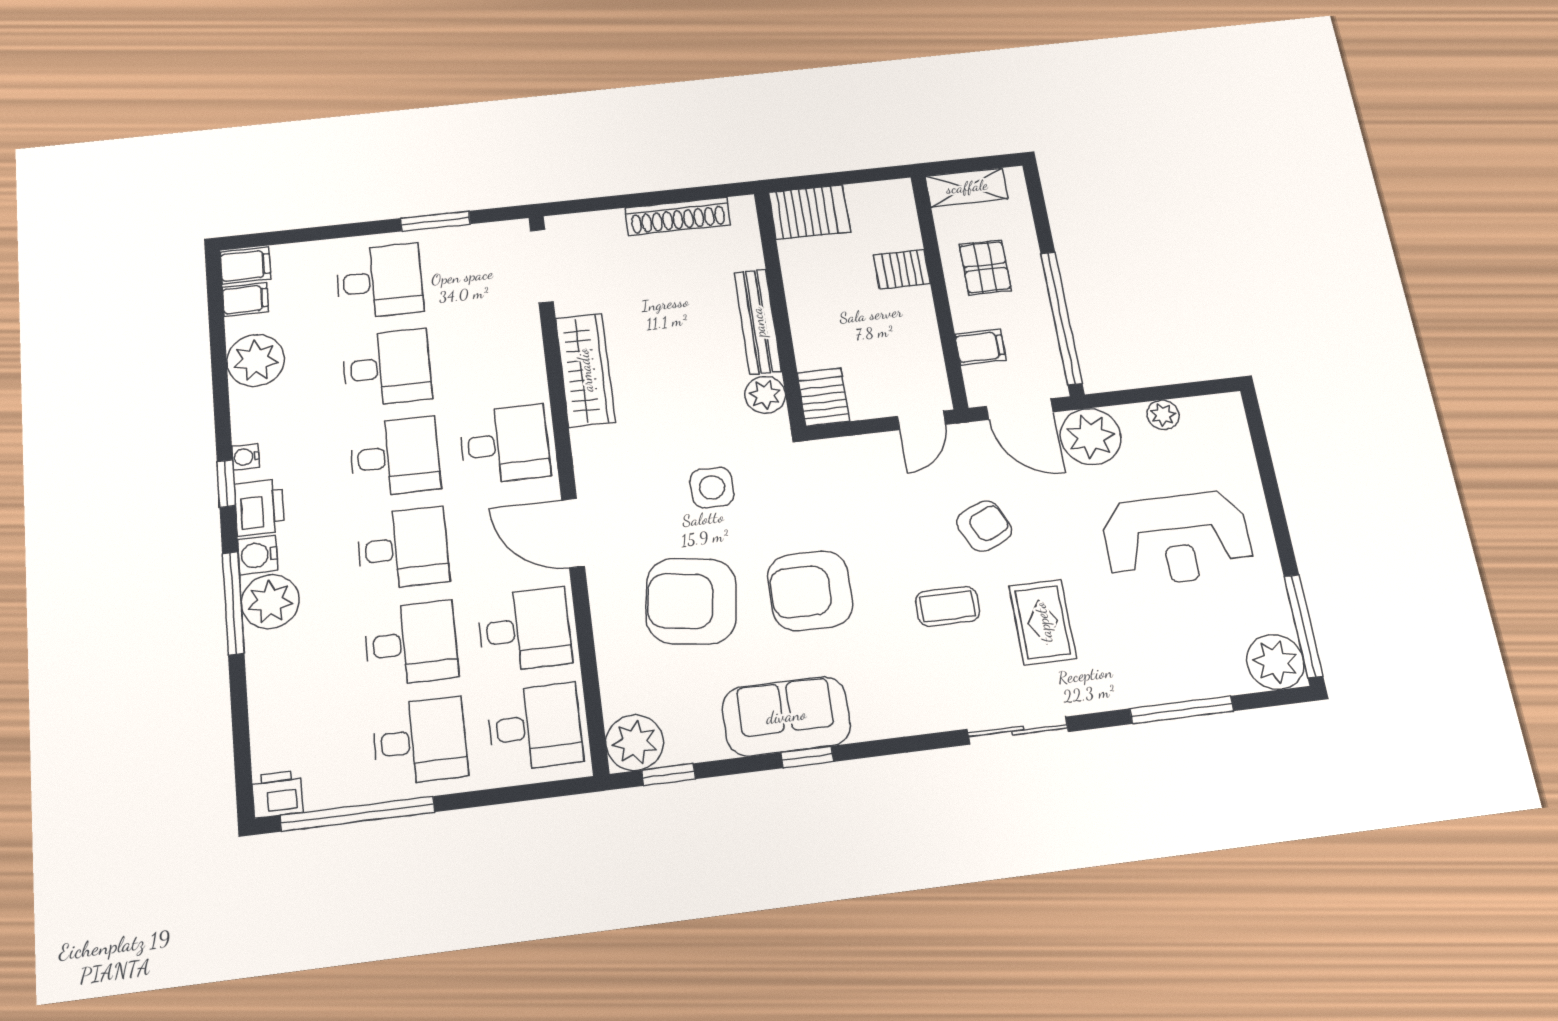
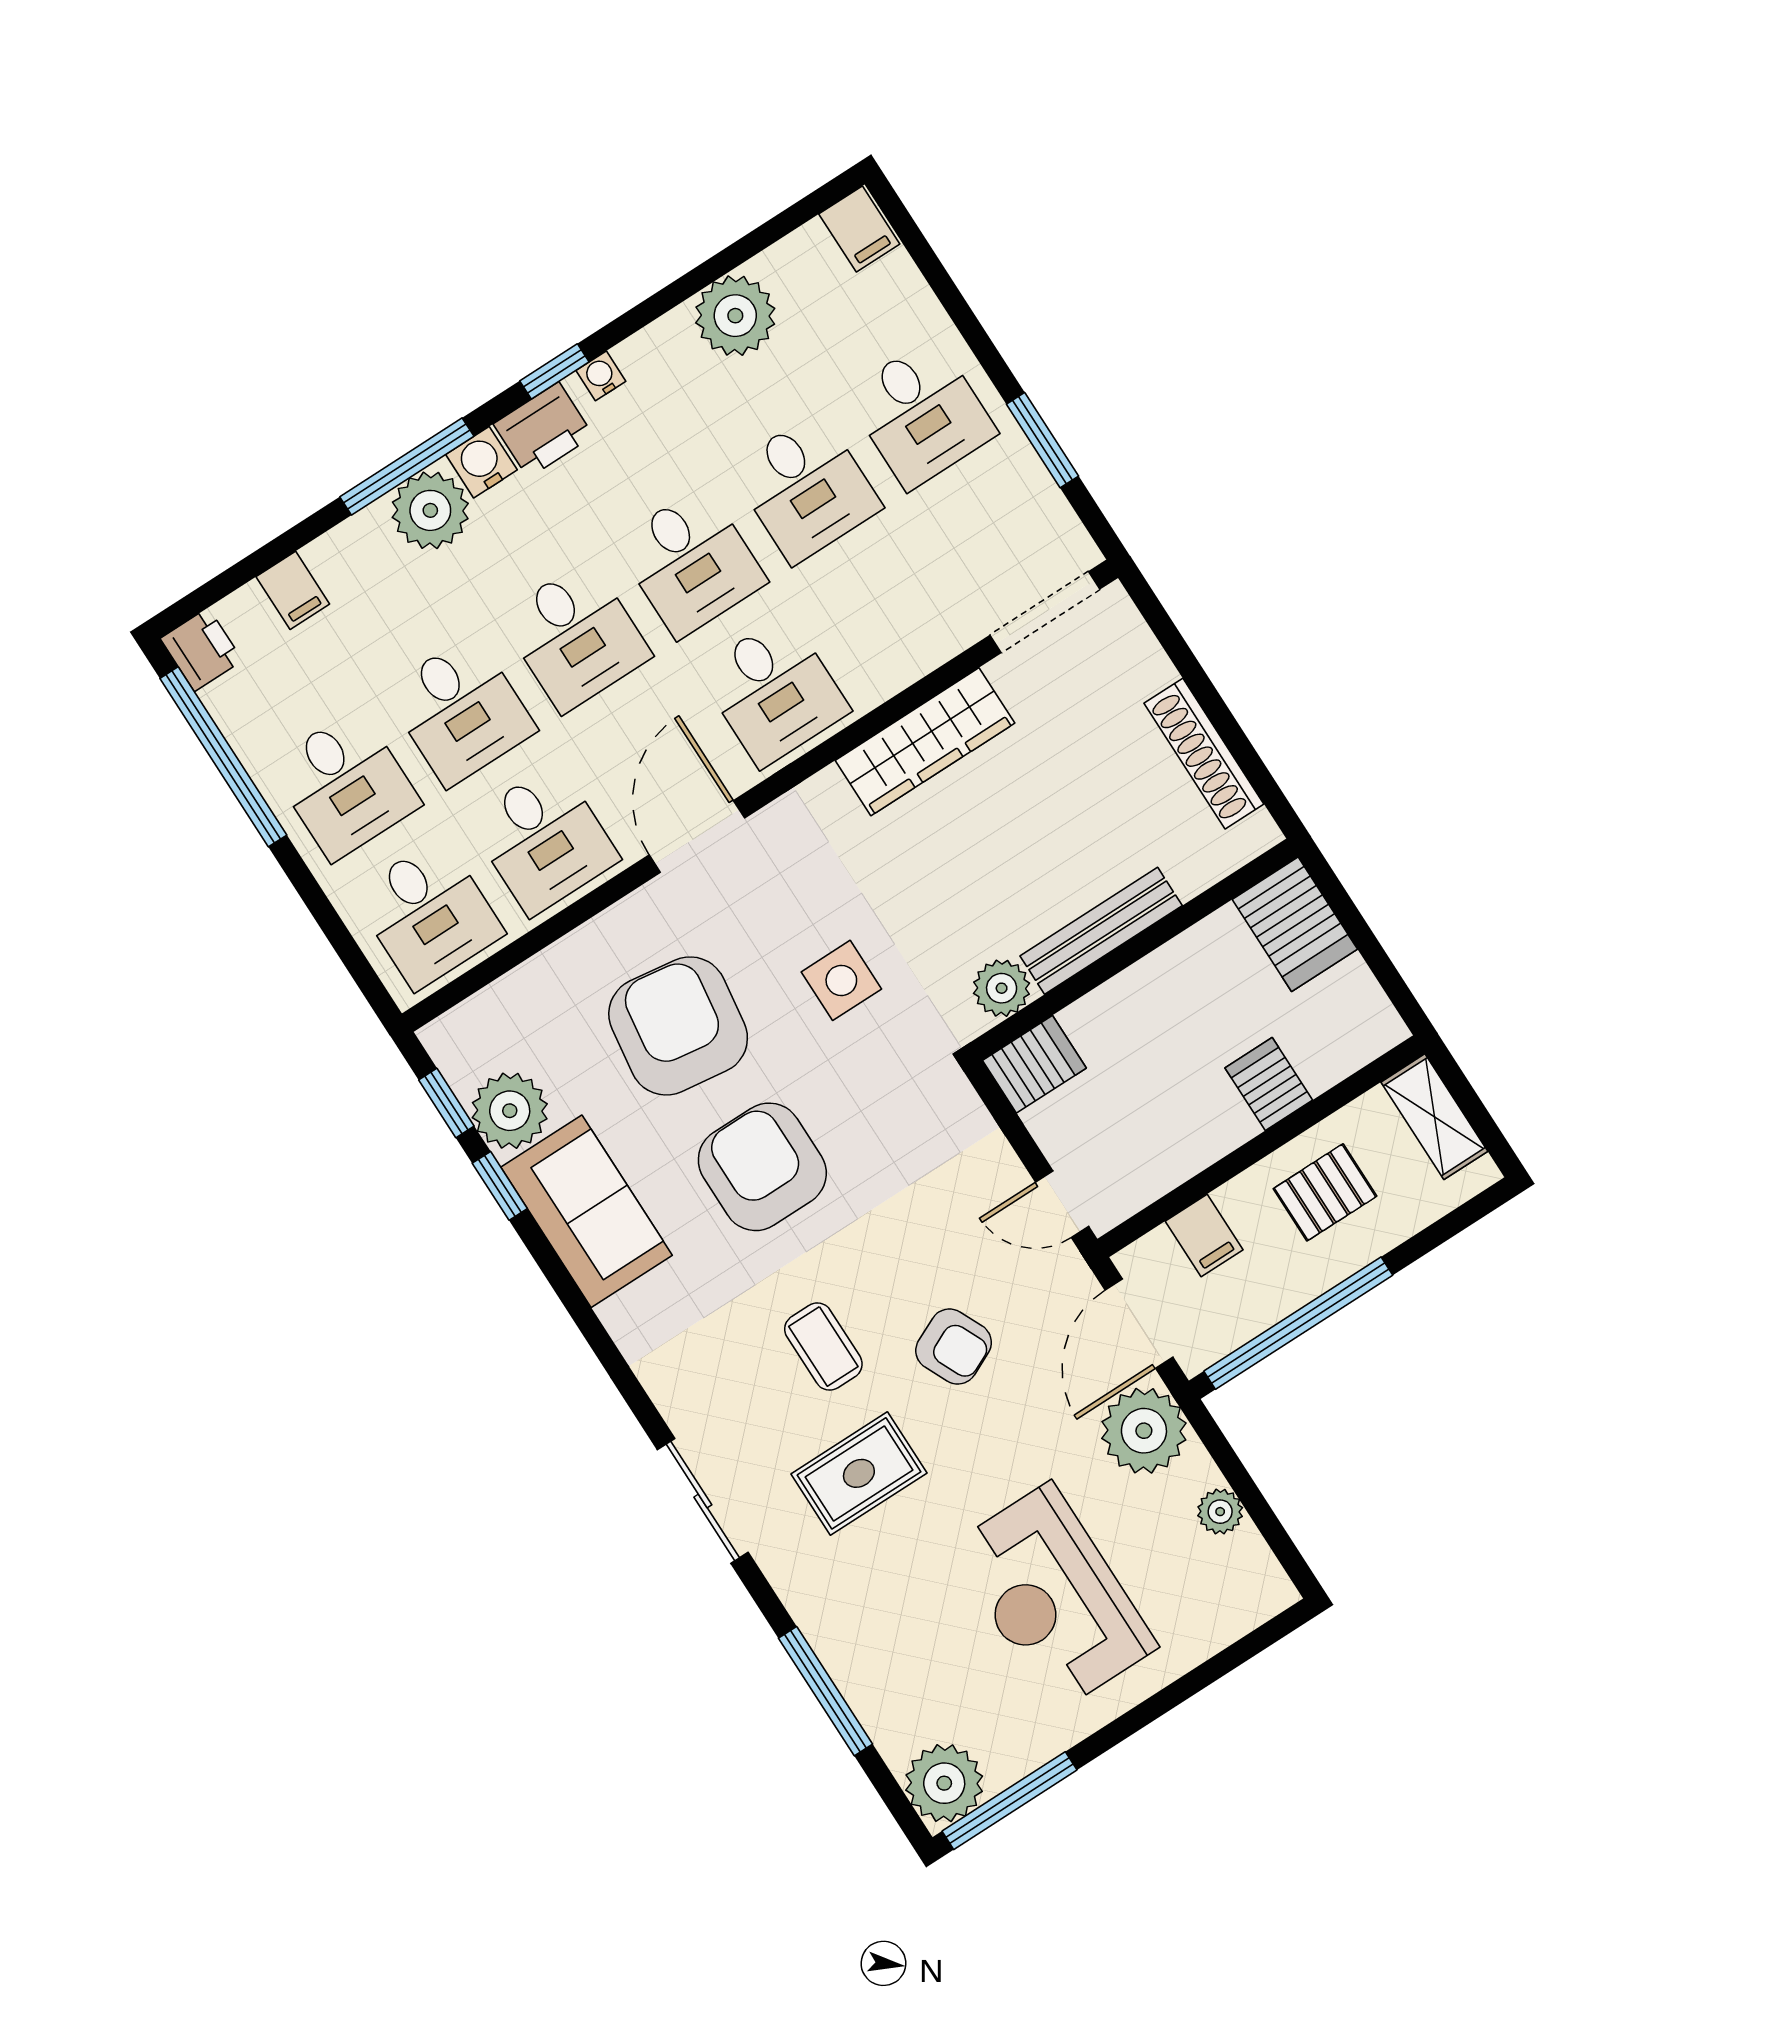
filing cabinet: (245, 299) -> (293, 590), moved
plant: (635, 743) -> (510, 1111), moved
window: (807, 757) -> (500, 1186), moved

